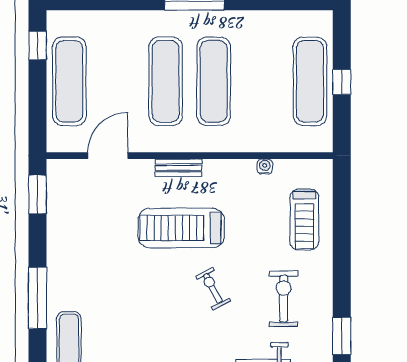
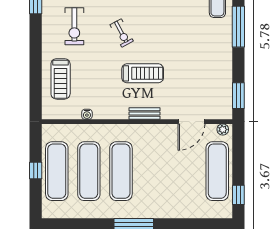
exercise mat: (166, 81) -> (89, 171), moved
plant: (61, 144) -> (223, 129), added
treadmill: (304, 220) -> (61, 79), turned 180
treadmill: (181, 228) -> (143, 73), width x0.73, depth x0.73

